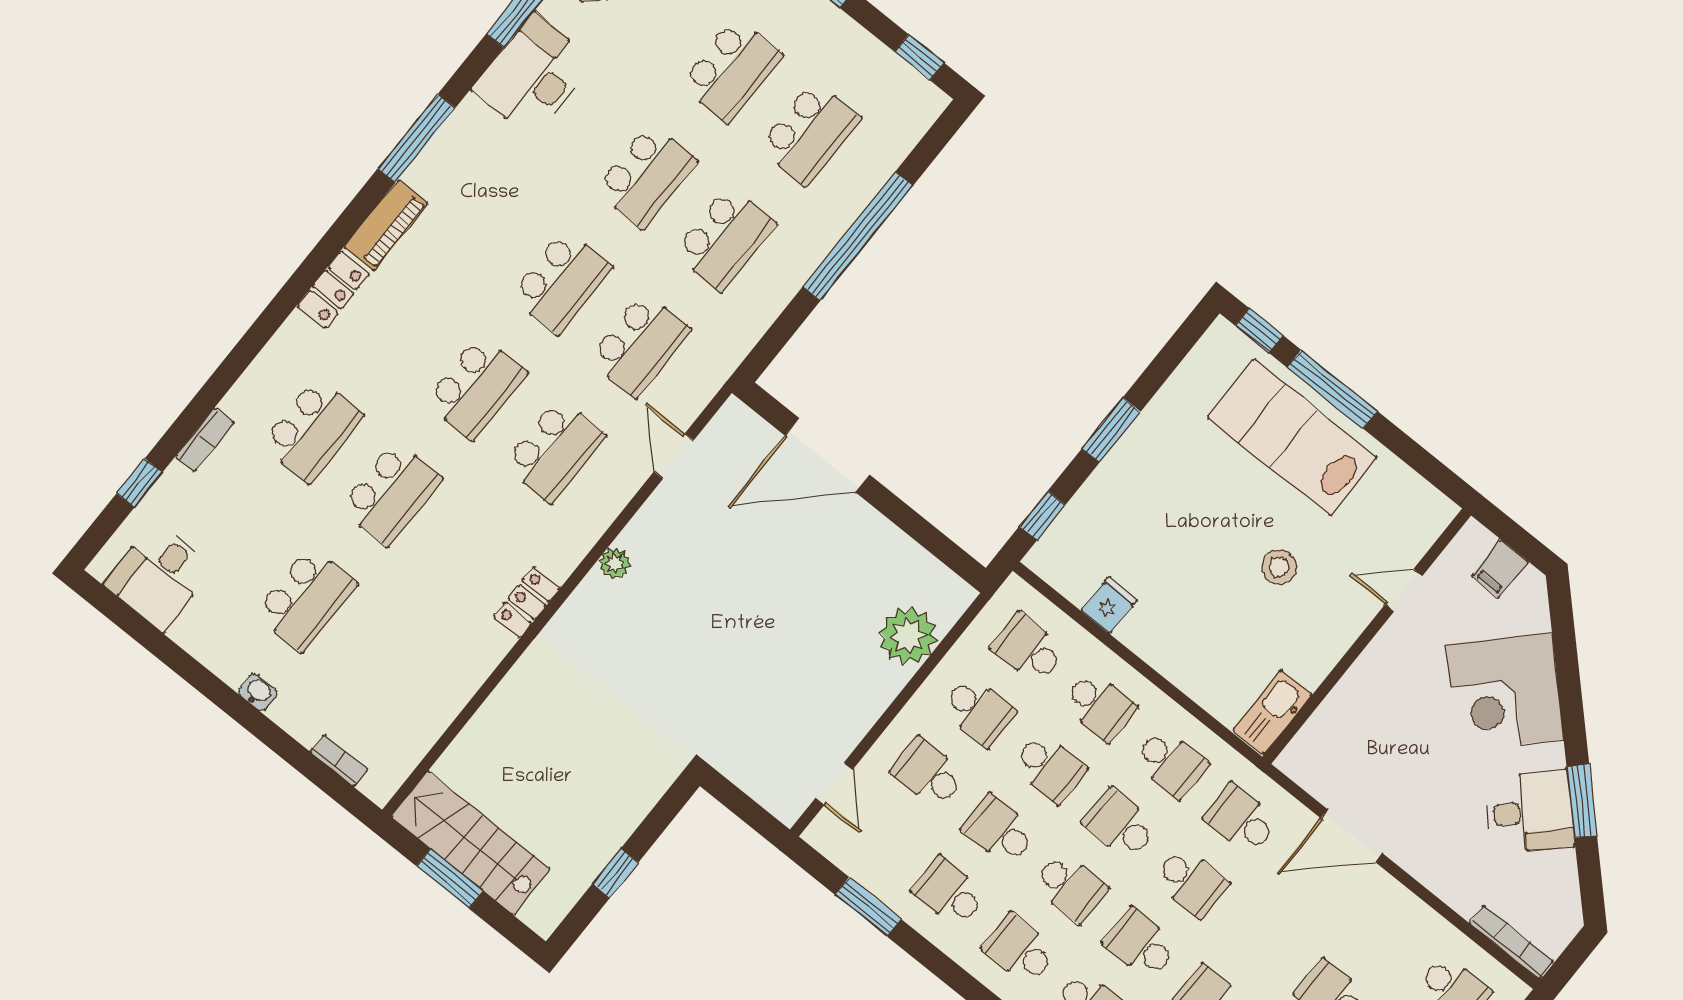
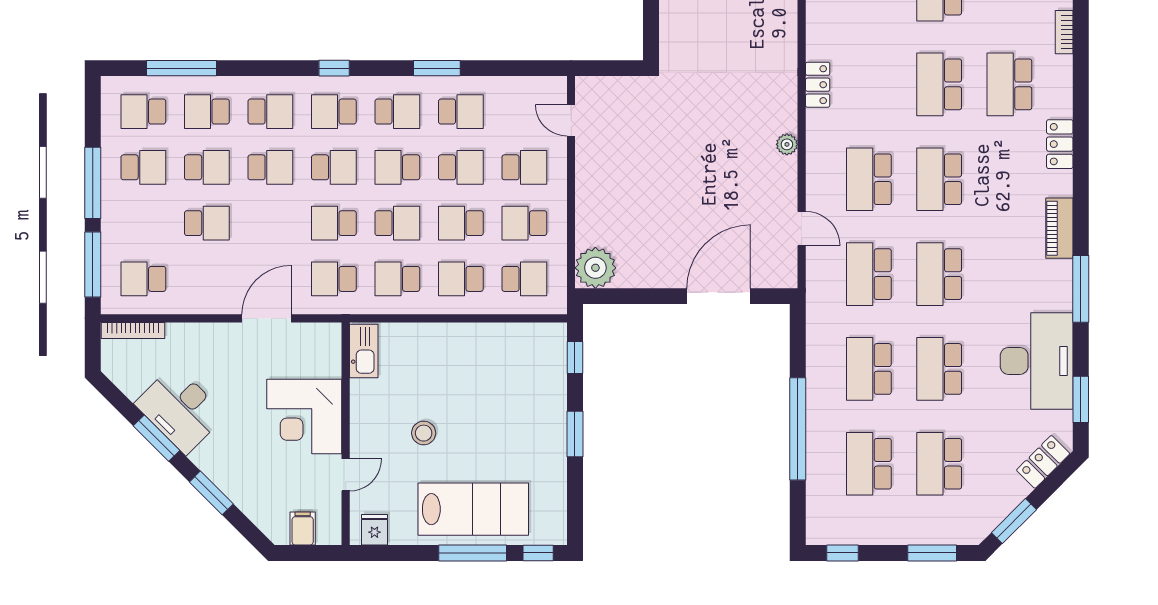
desk: (533, 75) -> (1037, 361), width x1.36, depth x1.30
locker: (333, 290) -> (1060, 144), moved
fridge: (1109, 605) -> (374, 530), moved, turned 180
plant: (908, 636) -> (595, 268), moved
window: (1570, 691) -> (211, 493), added
corner desk: (1505, 692) -> (304, 416), moved, turned -135
desk: (1529, 812) -> (180, 409), width x1.37
school desk: (1241, 819) -> (334, 279), turned 180
window: (868, 907) -> (437, 68), moved

